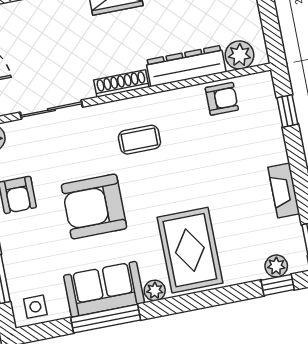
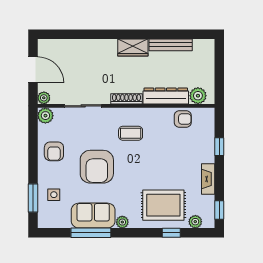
window: (287, 111) -> (219, 147), moved
armchair: (94, 206) -> (97, 167), turned -90
rug: (190, 250) -> (163, 205), moved, turned 90
window: (278, 285) -> (171, 233), moved
side table: (35, 307) -> (54, 195), moved

